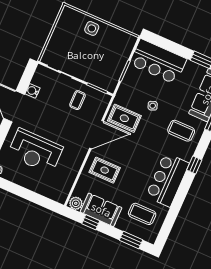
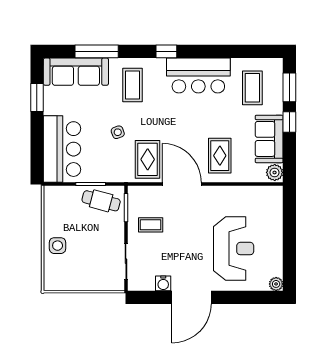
cafe table: (110, 73) -> (101, 201), added
window: (91, 222) -> (289, 122), moved

